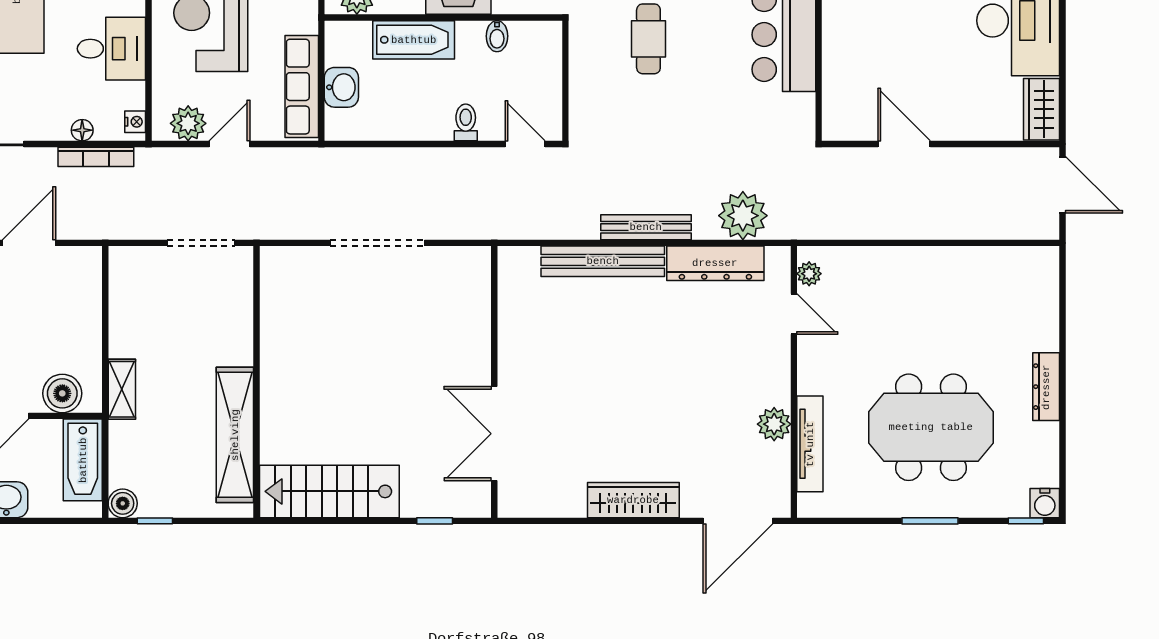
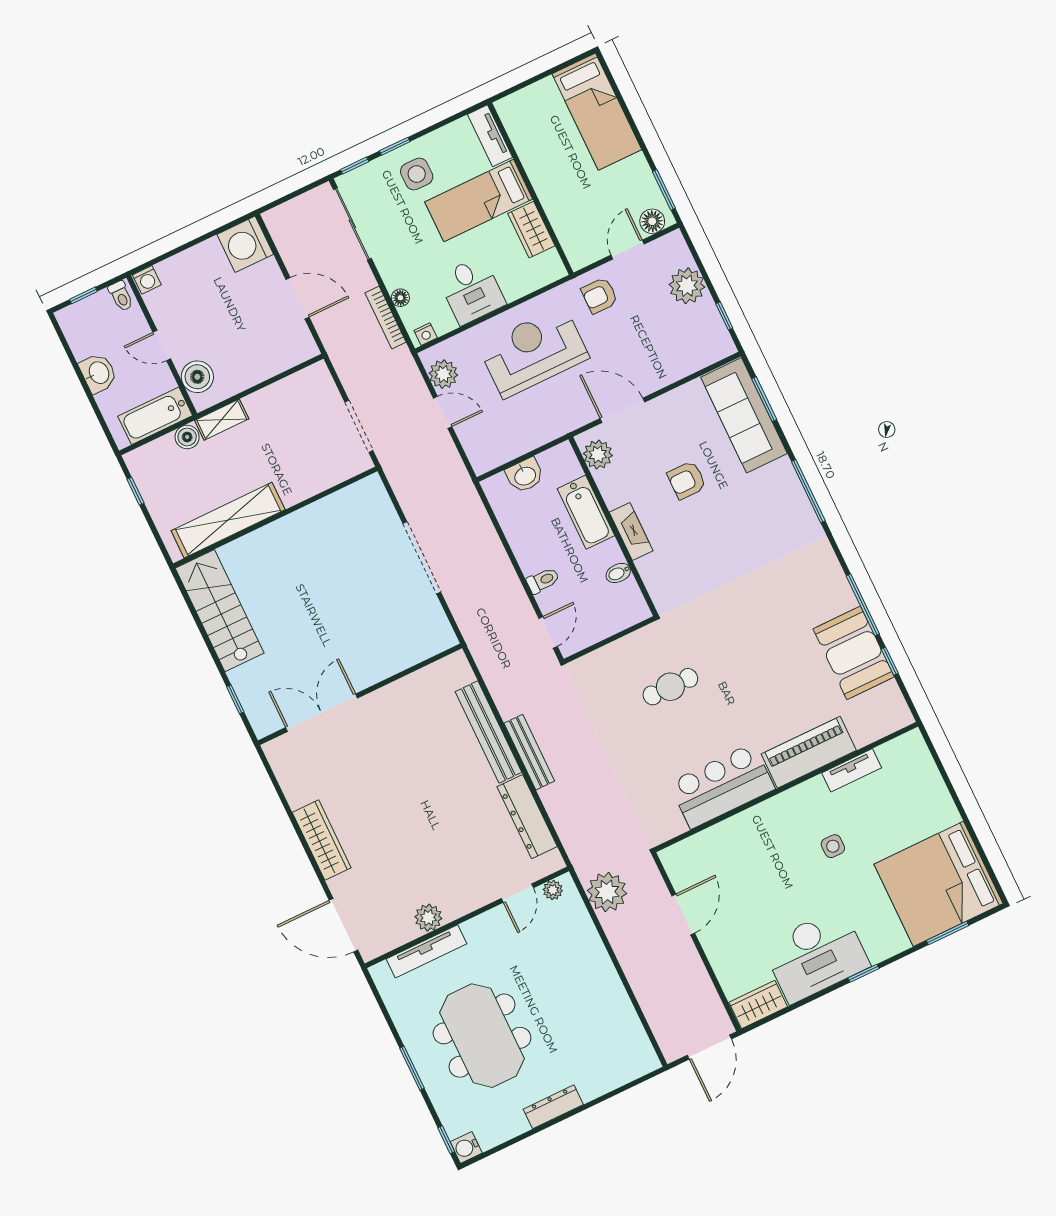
row of seats: (302, 87) -> (511, 446), removed
plant: (743, 216) -> (607, 892), moved
boiler: (123, 503) -> (187, 437), moved

